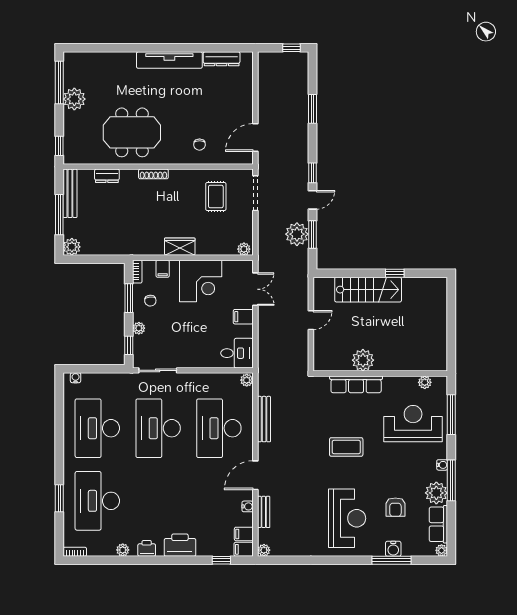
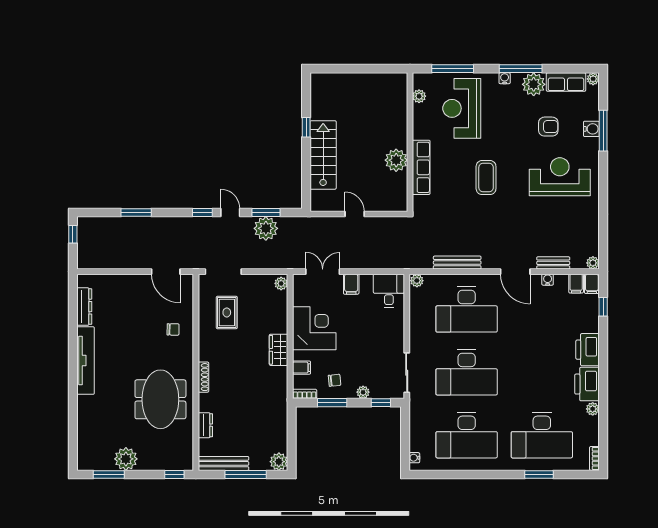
window: (59, 83) -> (109, 475), width x0.69
rug: (216, 197) -> (227, 312), turned 90
printer: (147, 548) -> (587, 384), width x1.87, depth x1.48

